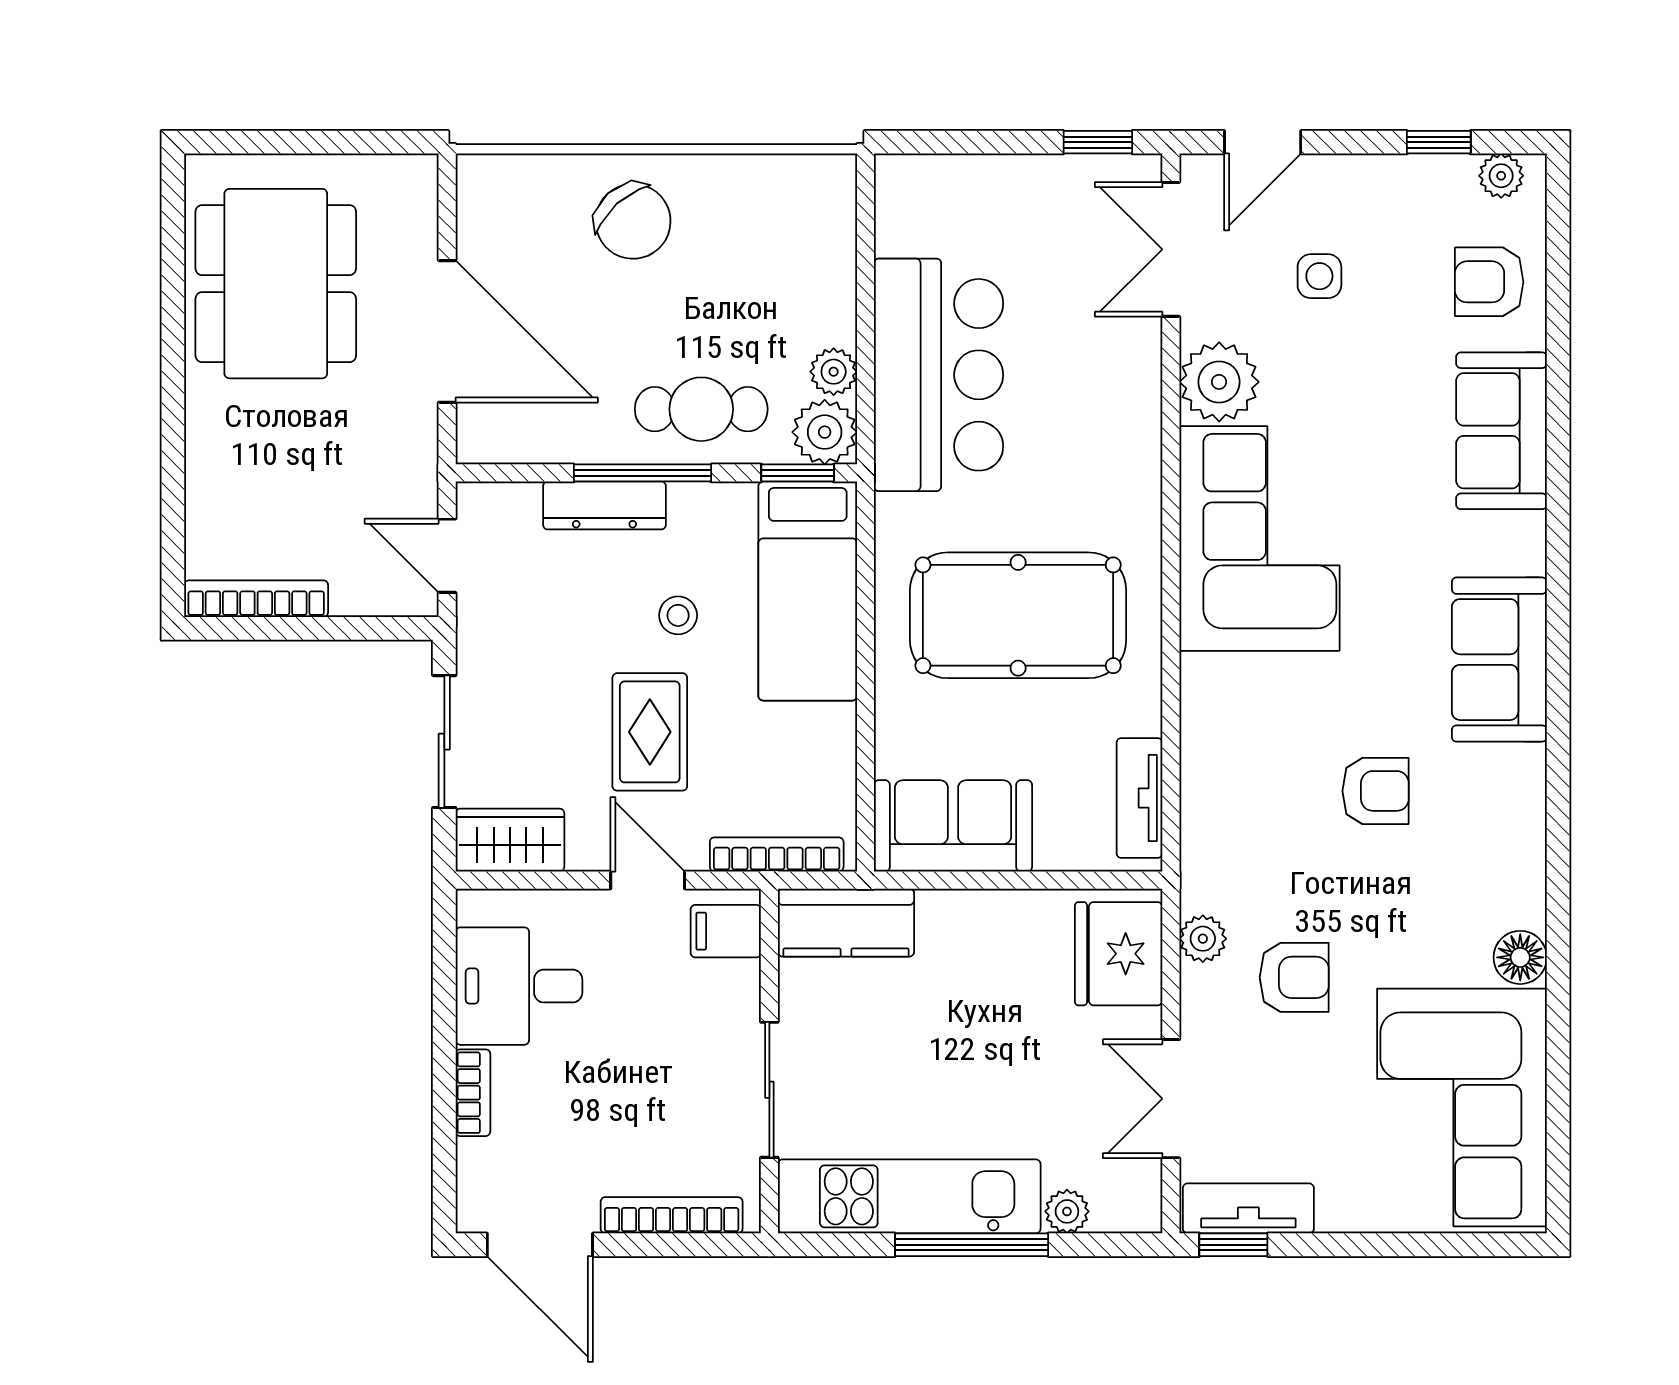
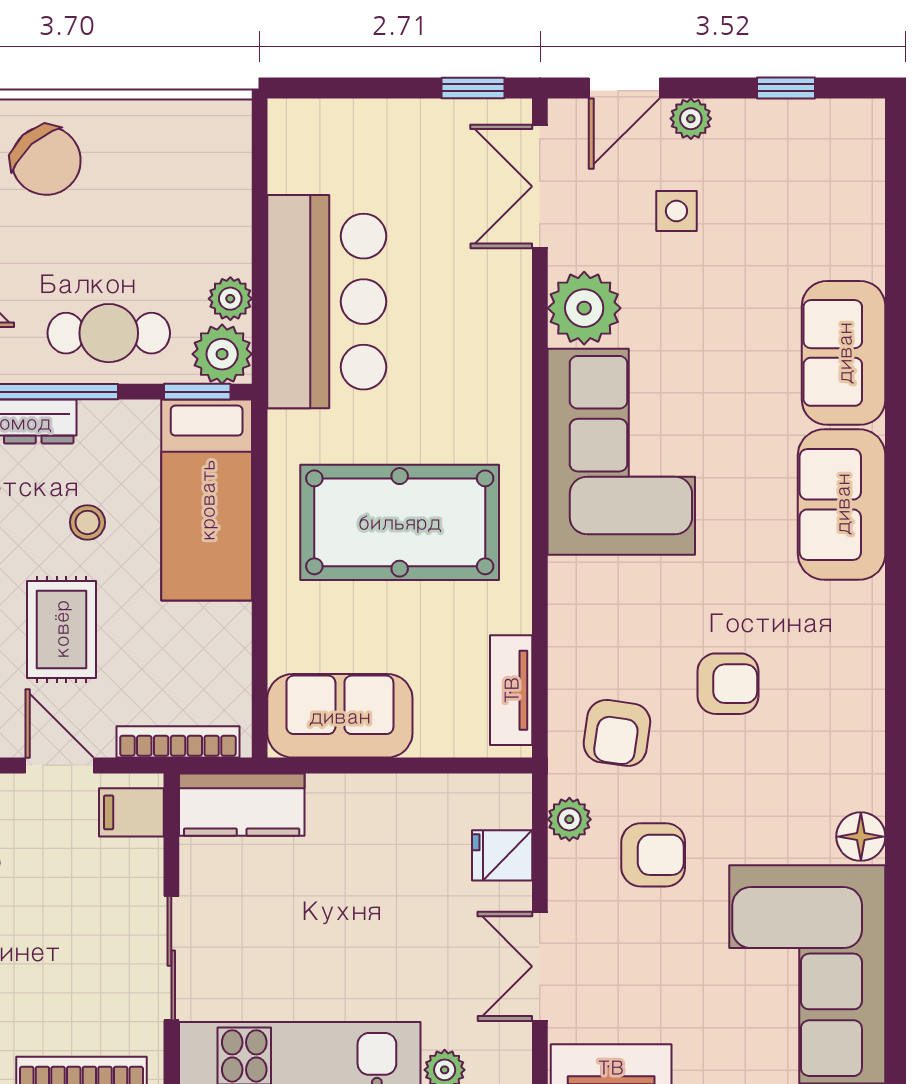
plant: (1501, 176) -> (691, 119), moved
armchair: (1489, 282) -> (617, 733), moved, turned -82
sofa: (1499, 660) -> (842, 504), moved
fridge: (1119, 954) -> (502, 855), width x0.53, depth x0.75

